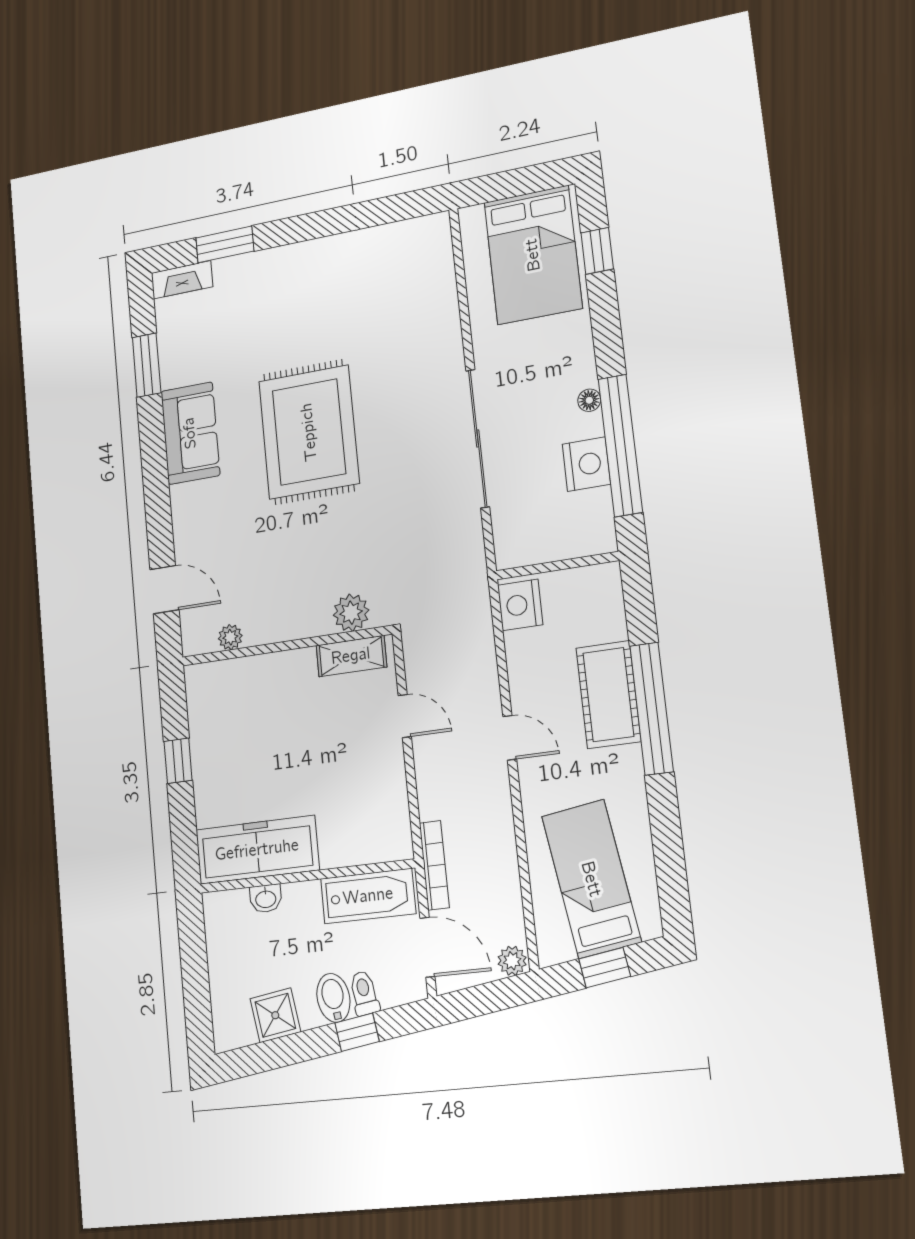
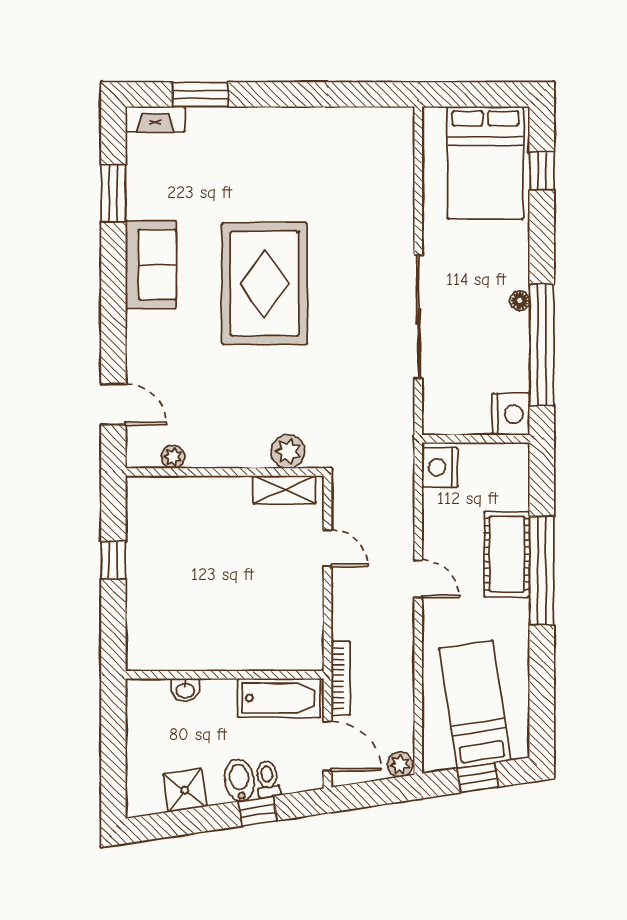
nightstand: (586, 464) -> (511, 414), moved
freezer: (257, 850) -> (181, 647), removed

